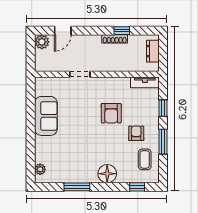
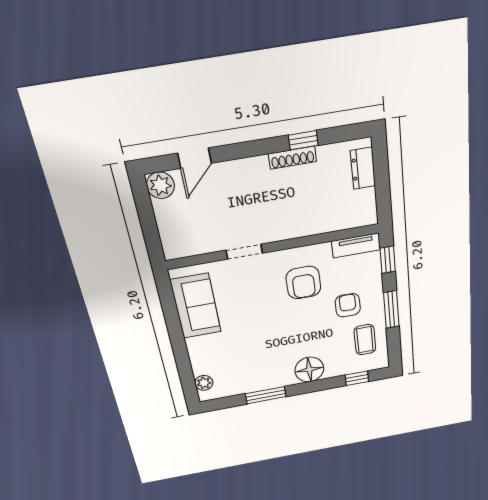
doorway: (80, 74) -> (244, 252), moved
wall: (97, 74) -> (273, 247), moved
tv unit: (145, 82) -> (356, 245), moved

